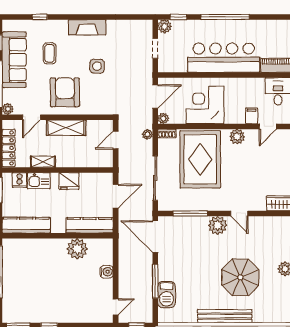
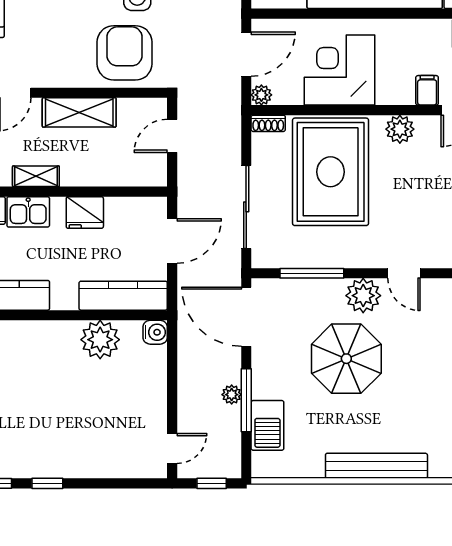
armchair: (65, 92) -> (125, 53), moved
plant: (147, 134) -> (232, 395), moved
water cooler: (107, 272) -> (155, 332), moved
parasol: (240, 277) -> (346, 359), moved

